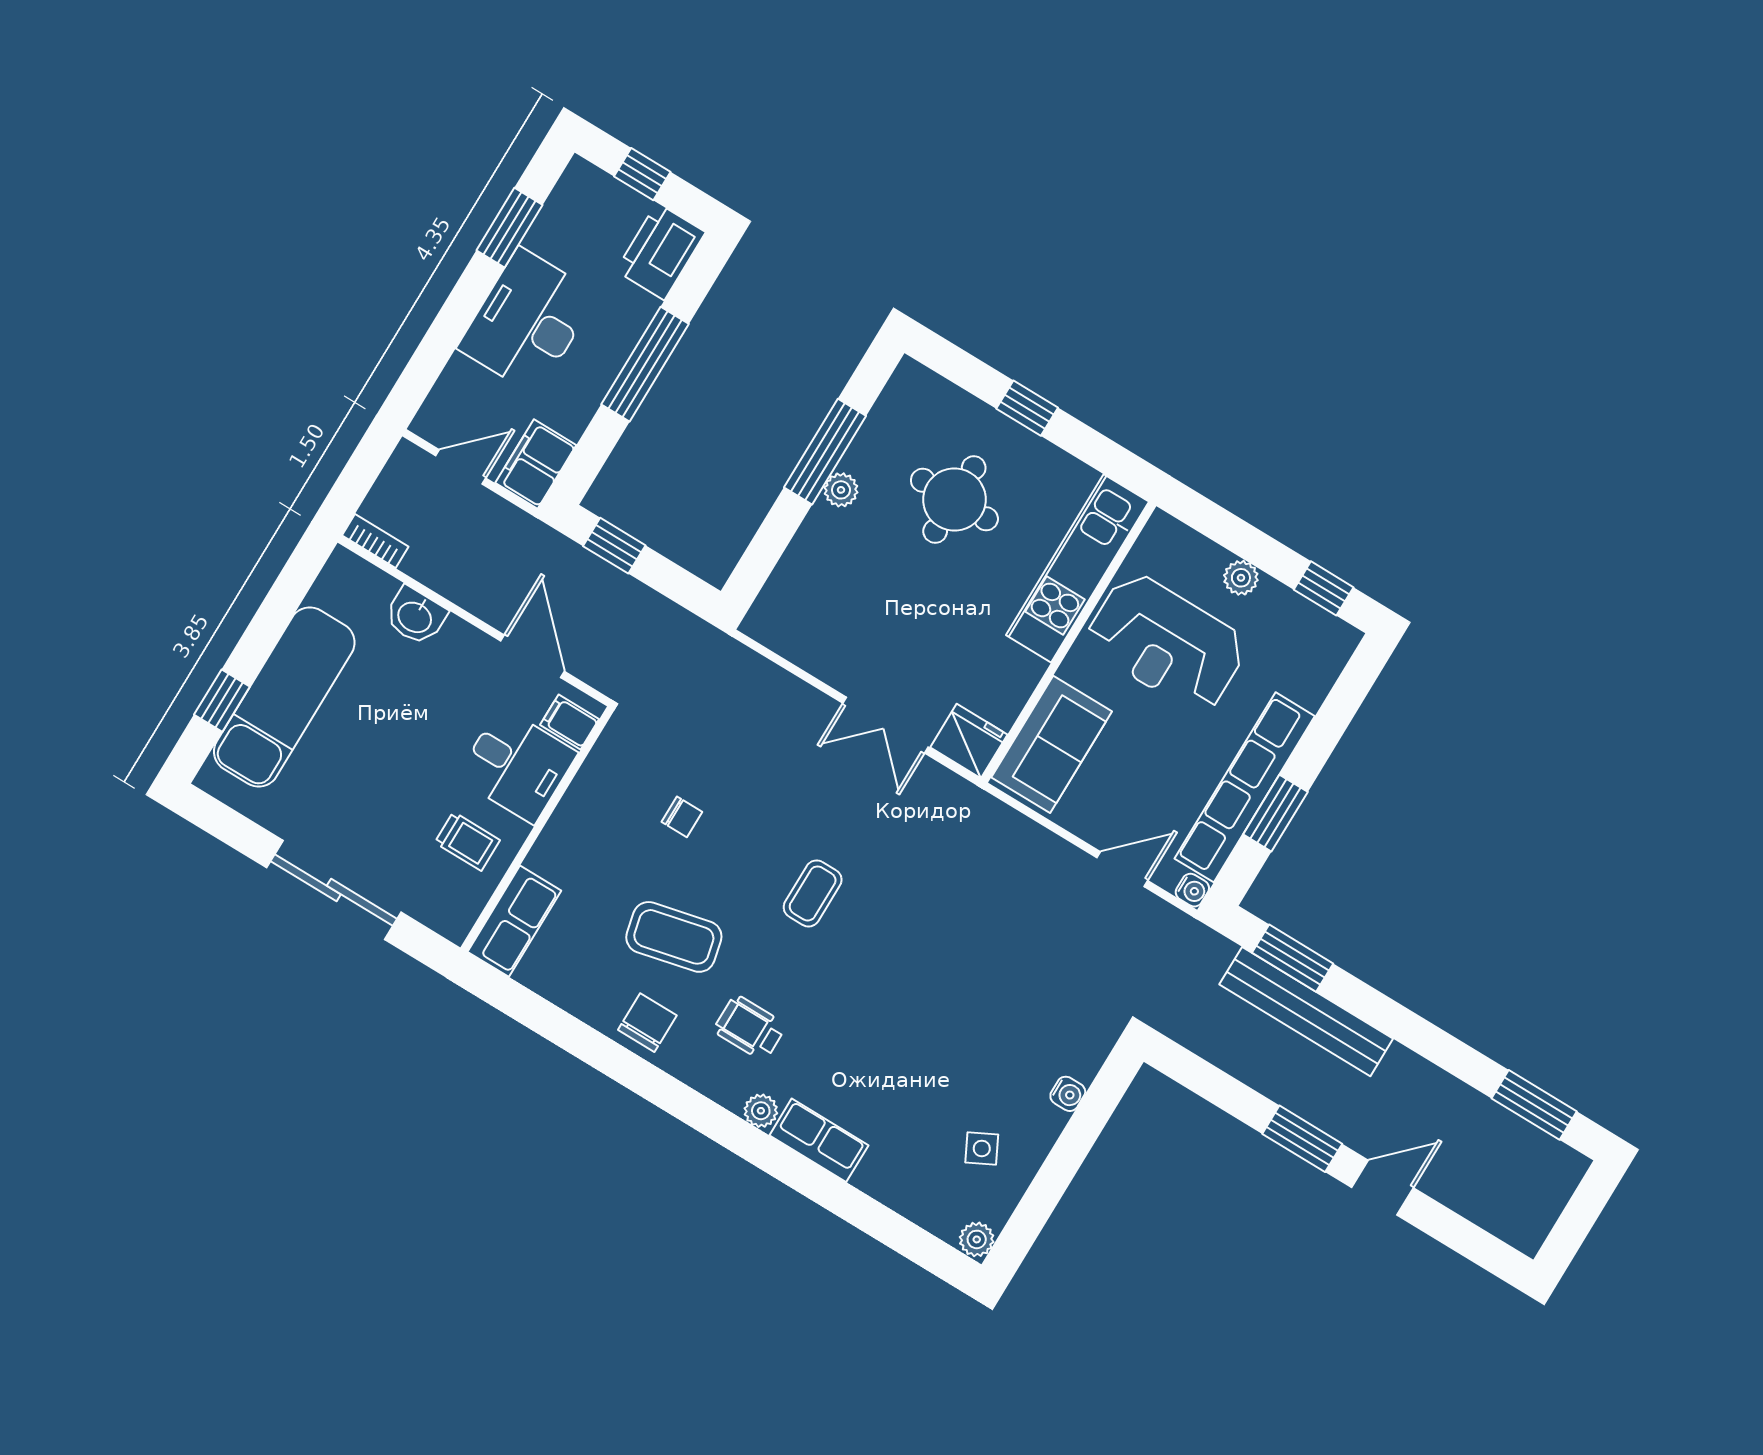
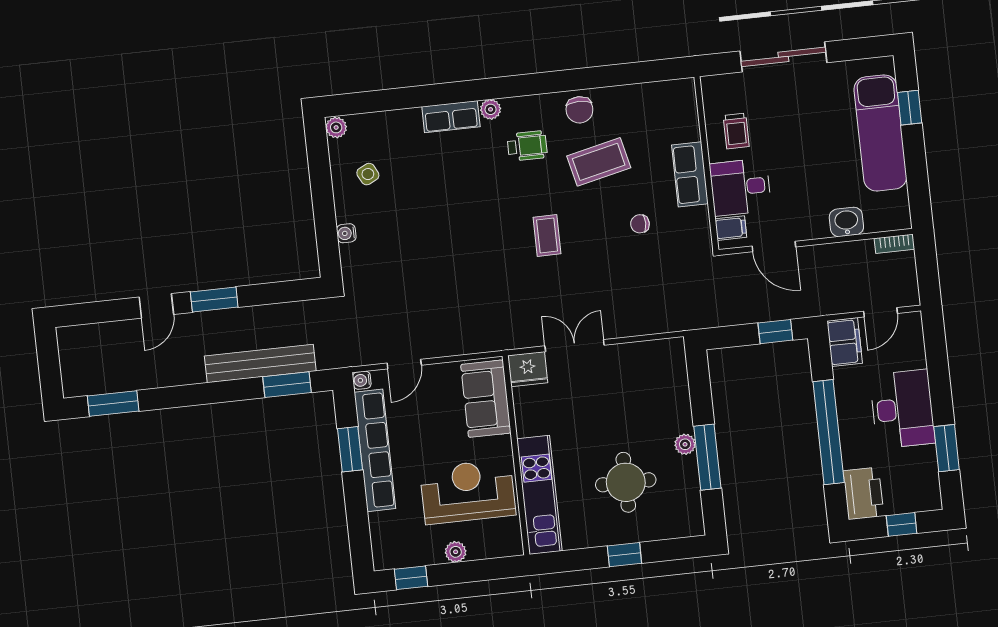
window: (645, 364) -> (829, 432), width x1.46
trolley: (467, 841) -> (736, 131), turned -90
row of seats: (514, 921) -> (690, 174), moved

